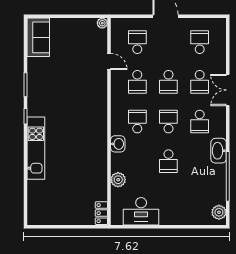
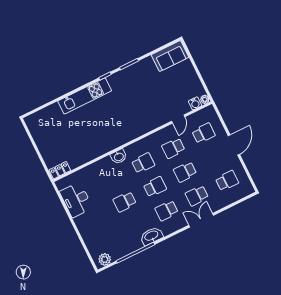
water cooler: (101, 36) -> (195, 103), added
plant: (118, 180) -> (92, 170), removed

